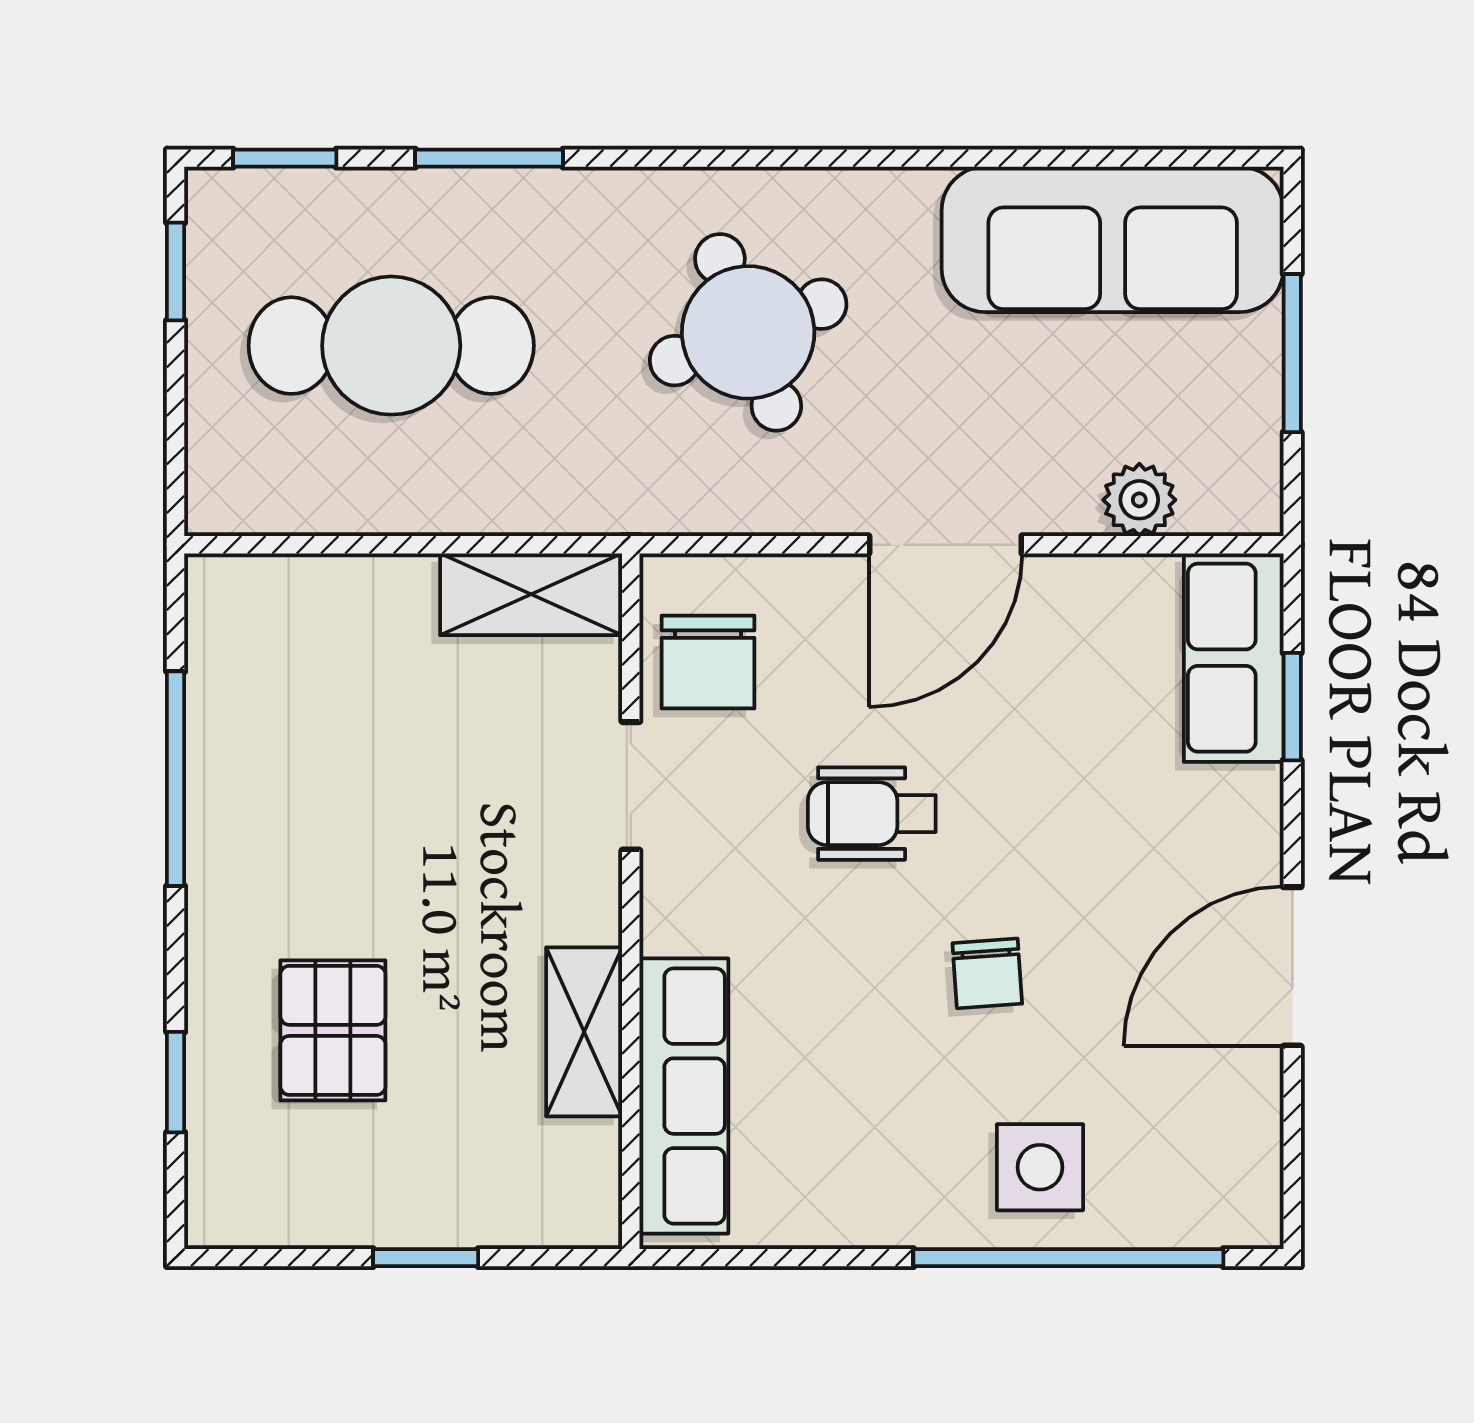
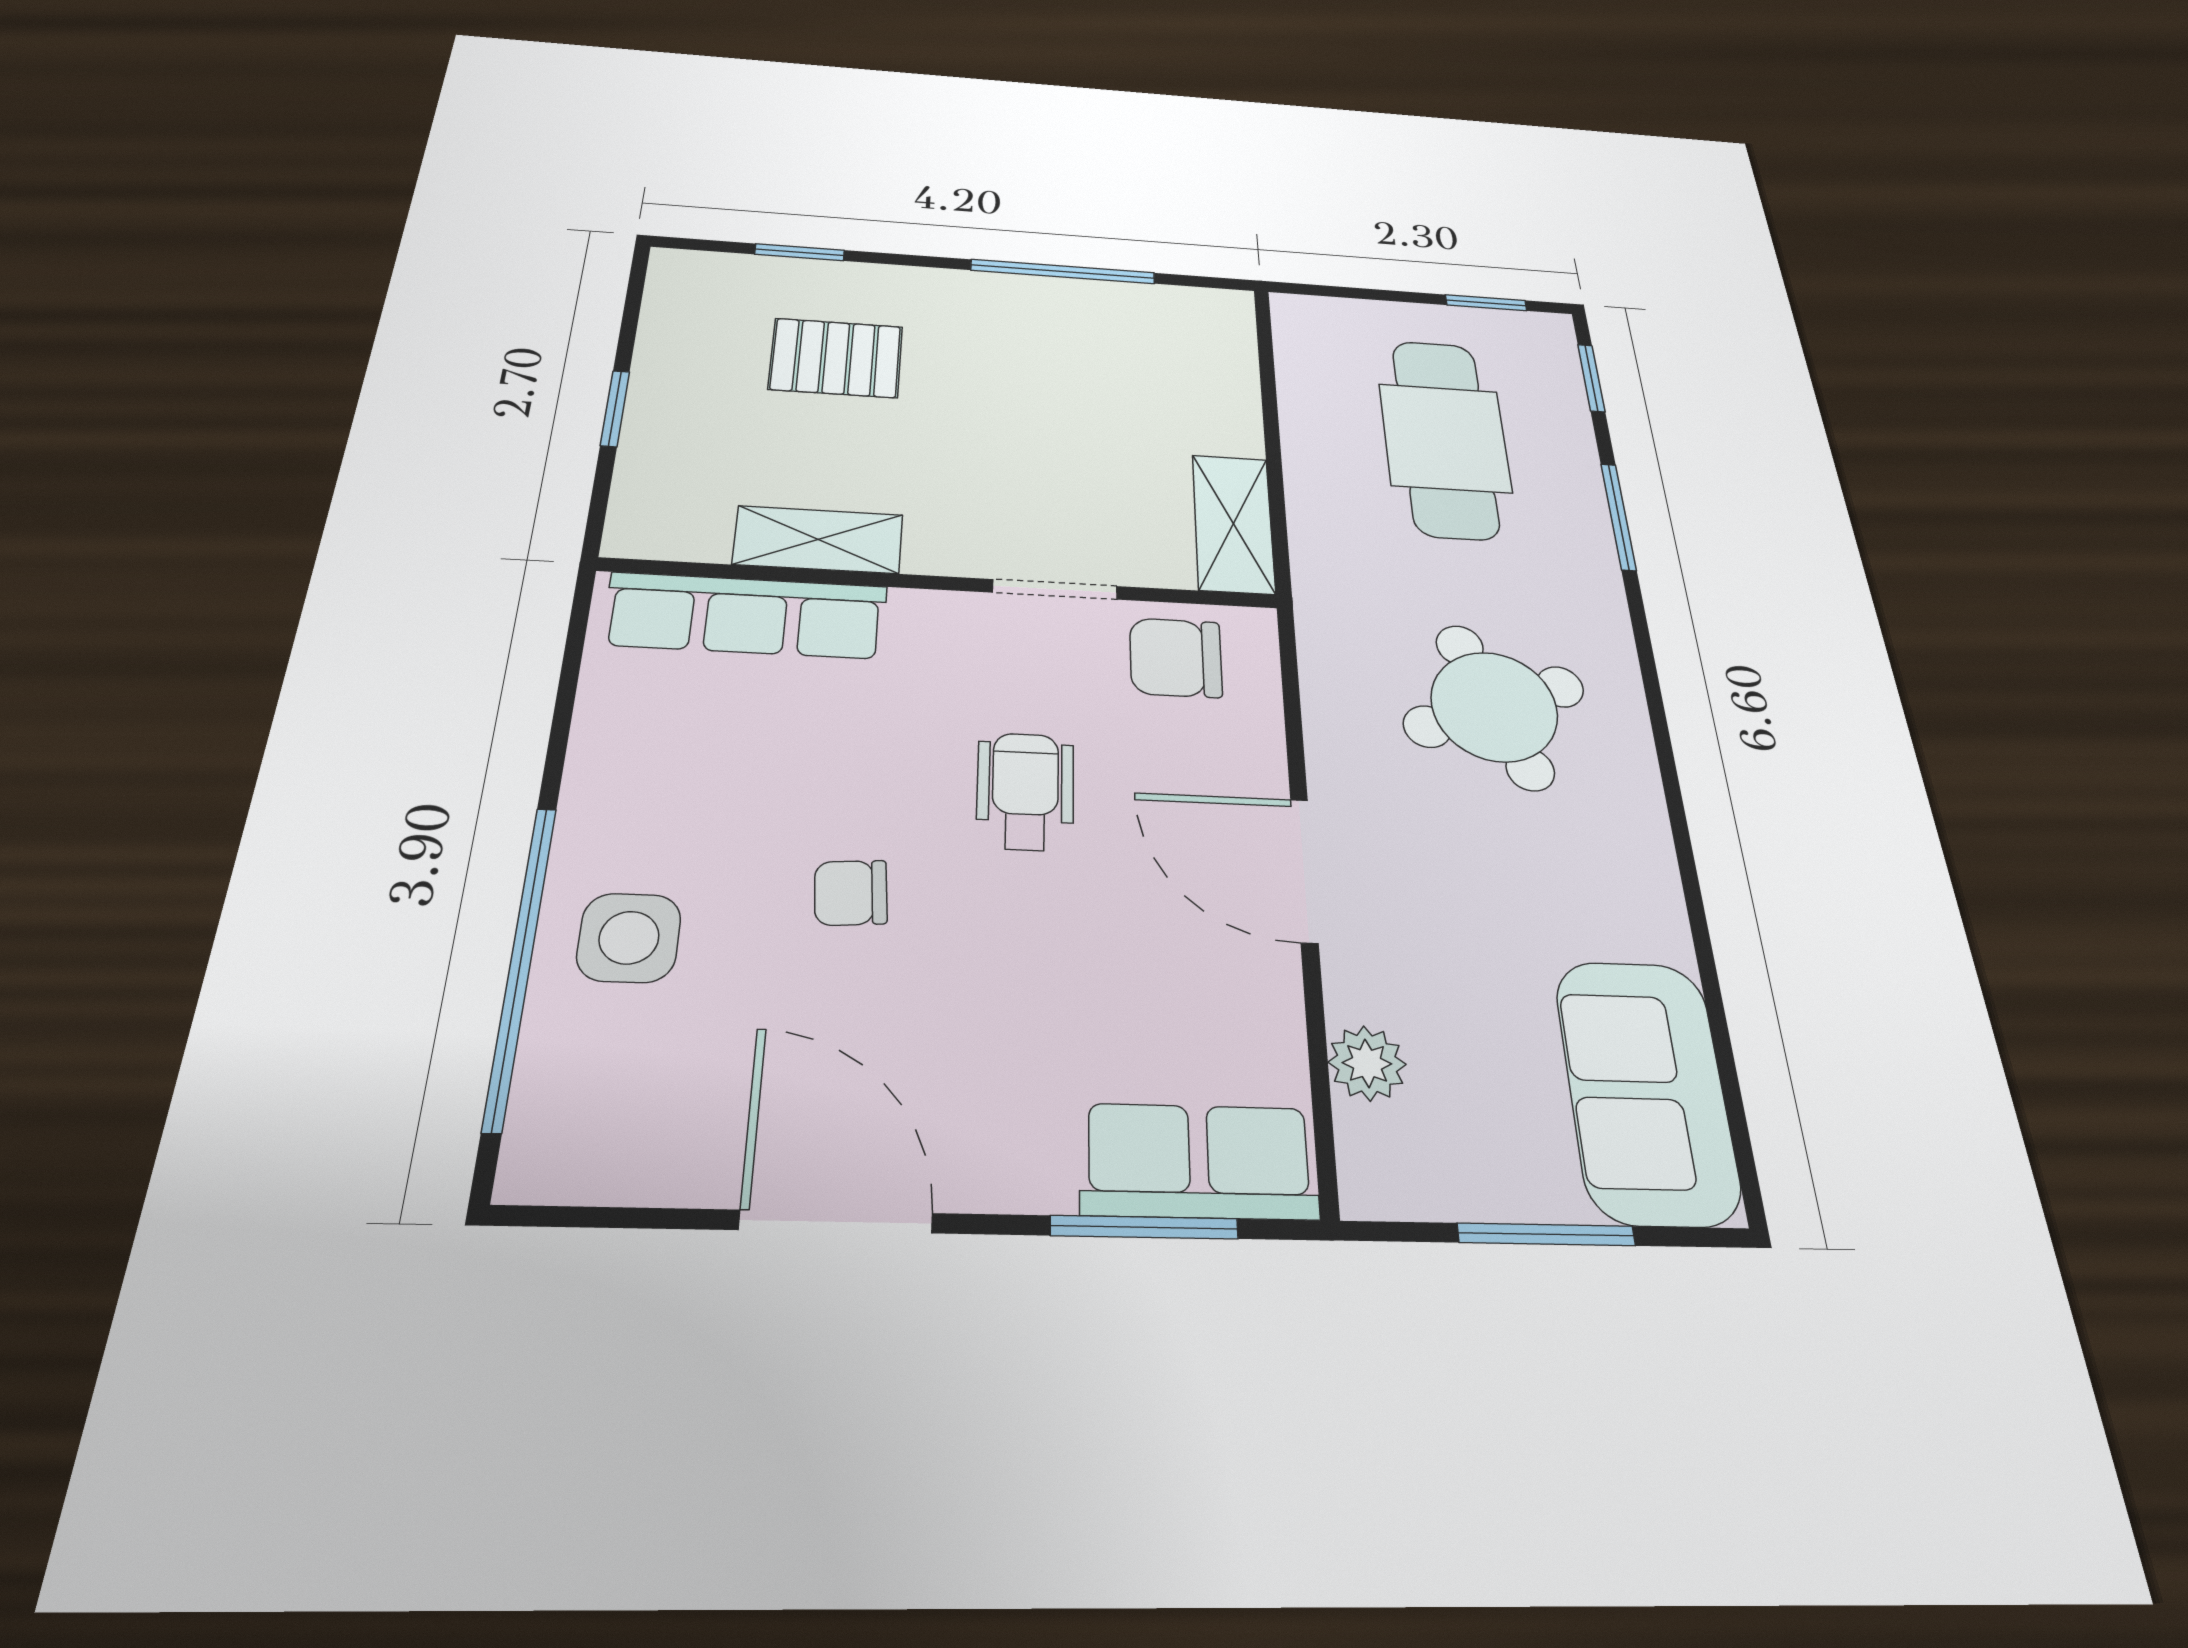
sofa: (1113, 239) -> (1647, 1090), width x0.73
window: (1292, 707) -> (1144, 1227), width x1.50

